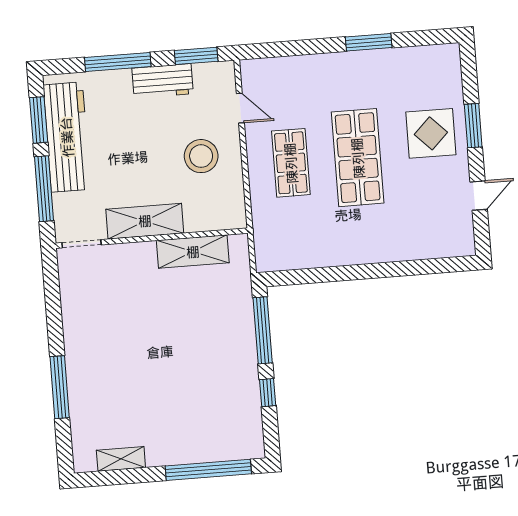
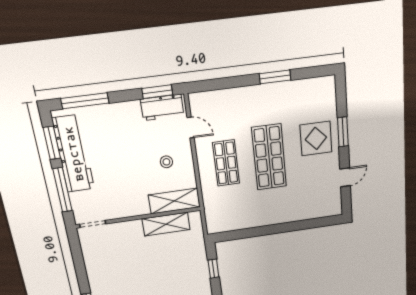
window: (118, 62) -> (85, 101), moved
workbench: (163, 81) -> (162, 107), moved
stool: (201, 156) -> (166, 162), width x0.53, depth x0.53
shelving: (145, 221) -> (174, 201), moved
window: (263, 330) -> (213, 269), width x0.46

